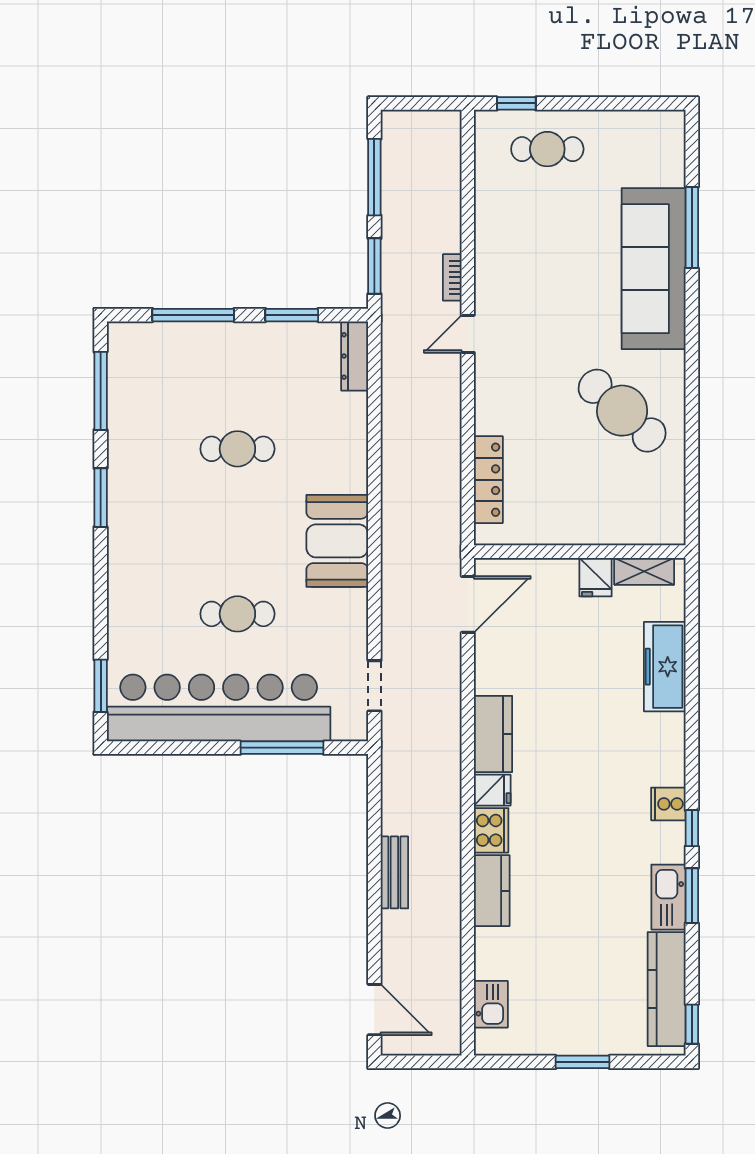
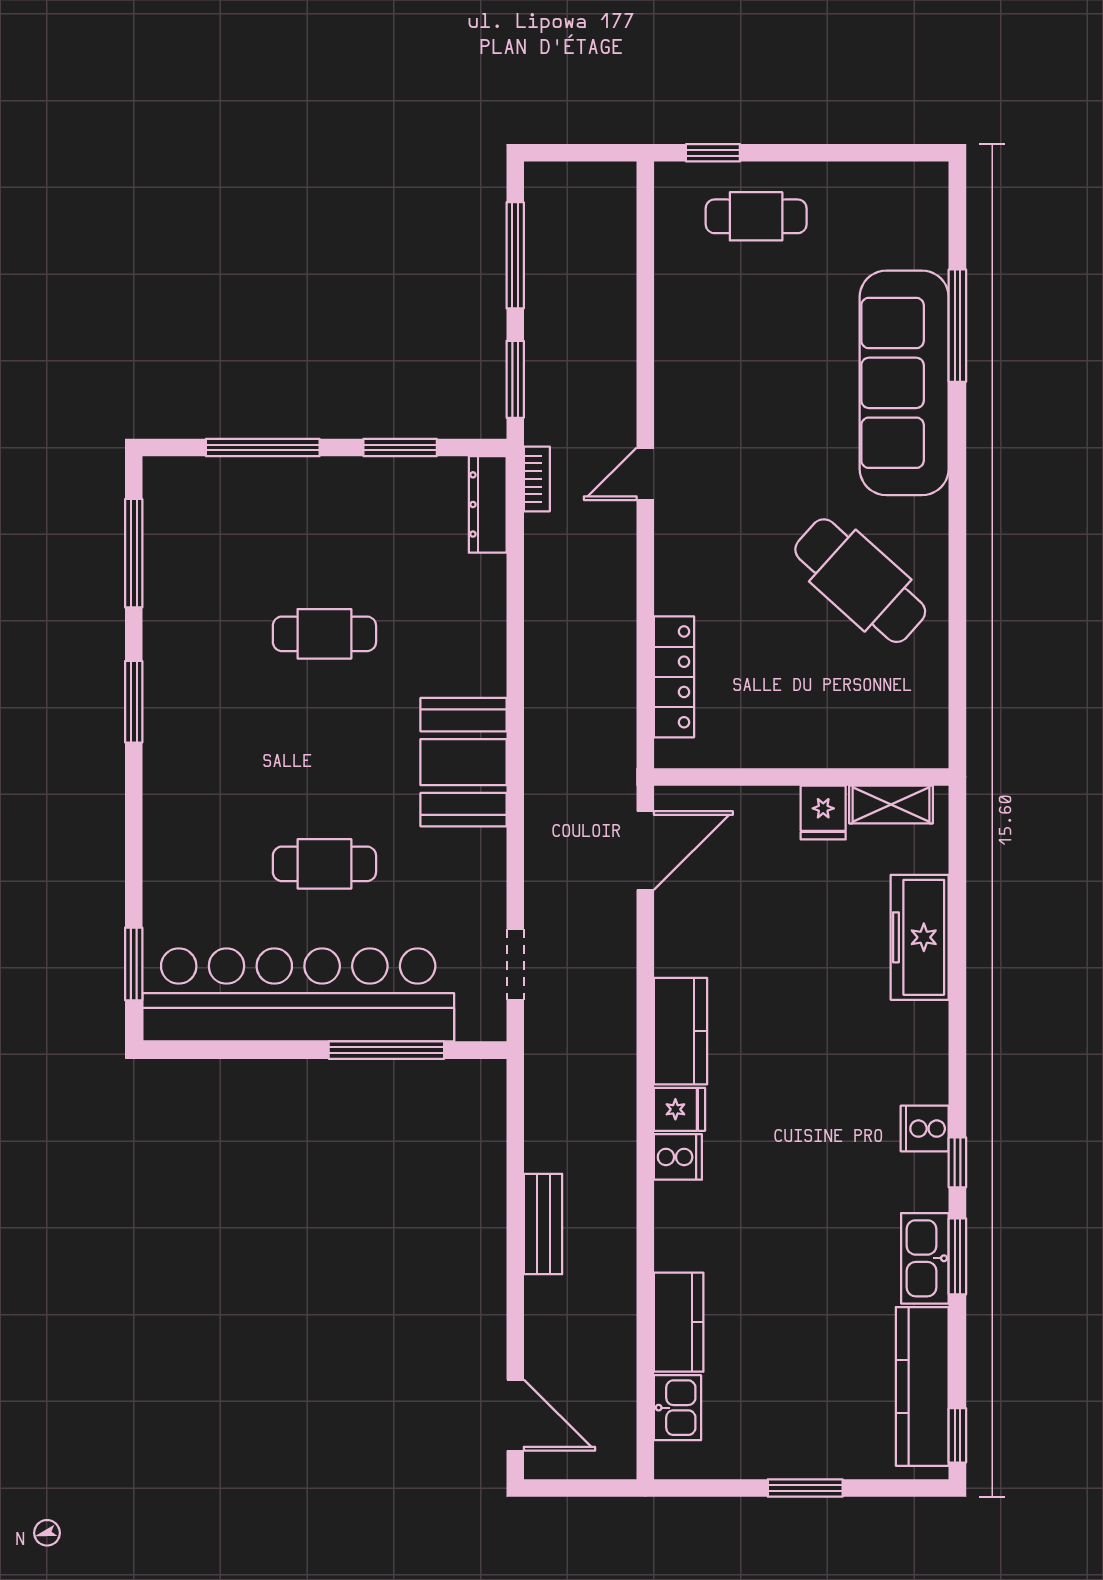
bookcase: (452, 277) -> (537, 479), moved, turned 180
cooker: (491, 830) -> (678, 1157), width x0.73
kitchen counter: (492, 891) -> (679, 1322), moved

